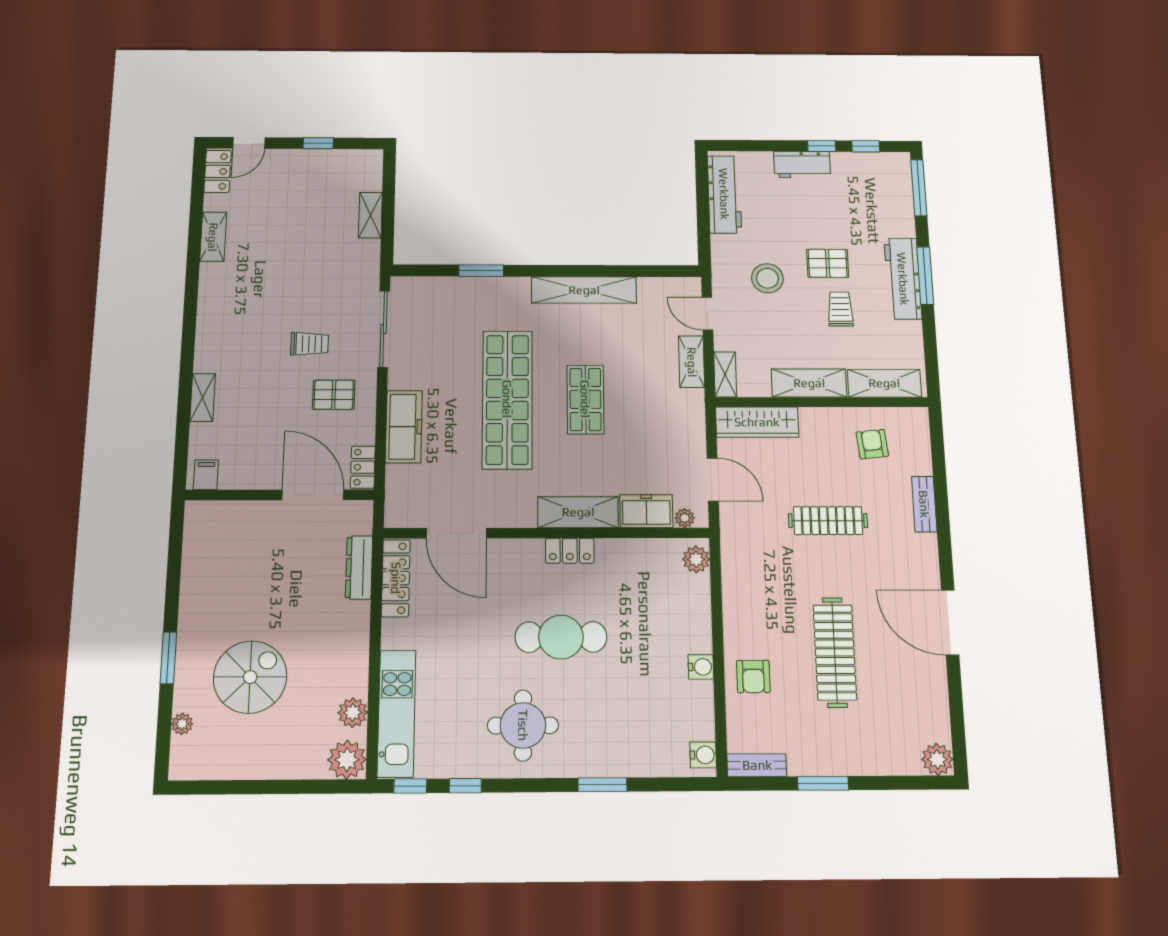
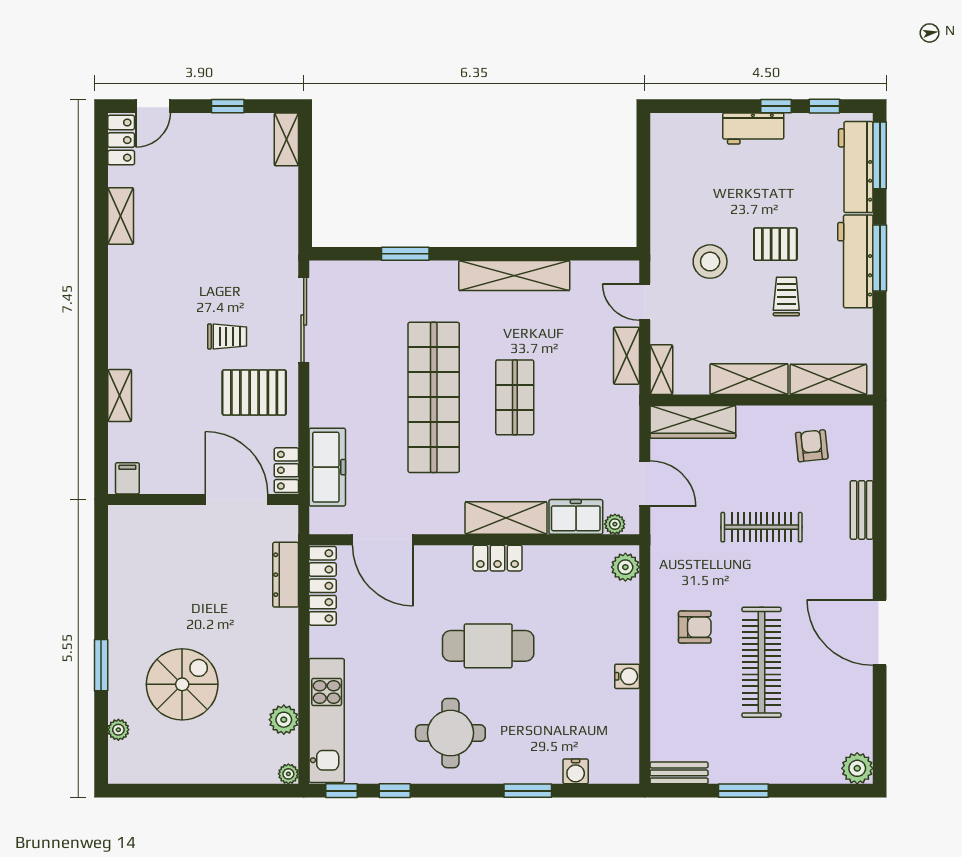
workbench: (724, 194) -> (856, 167), moved, turned 180
shelving: (370, 215) -> (286, 139), moved
pallet: (334, 395) -> (254, 392), width x1.50, depth x1.42
freezer: (404, 427) -> (327, 467), moved
armchair: (753, 676) -> (695, 627), moved, turned -90
water cooler: (703, 755) -> (576, 771), moved, turned 90
plant: (347, 760) -> (288, 774), width x0.53, depth x0.53

